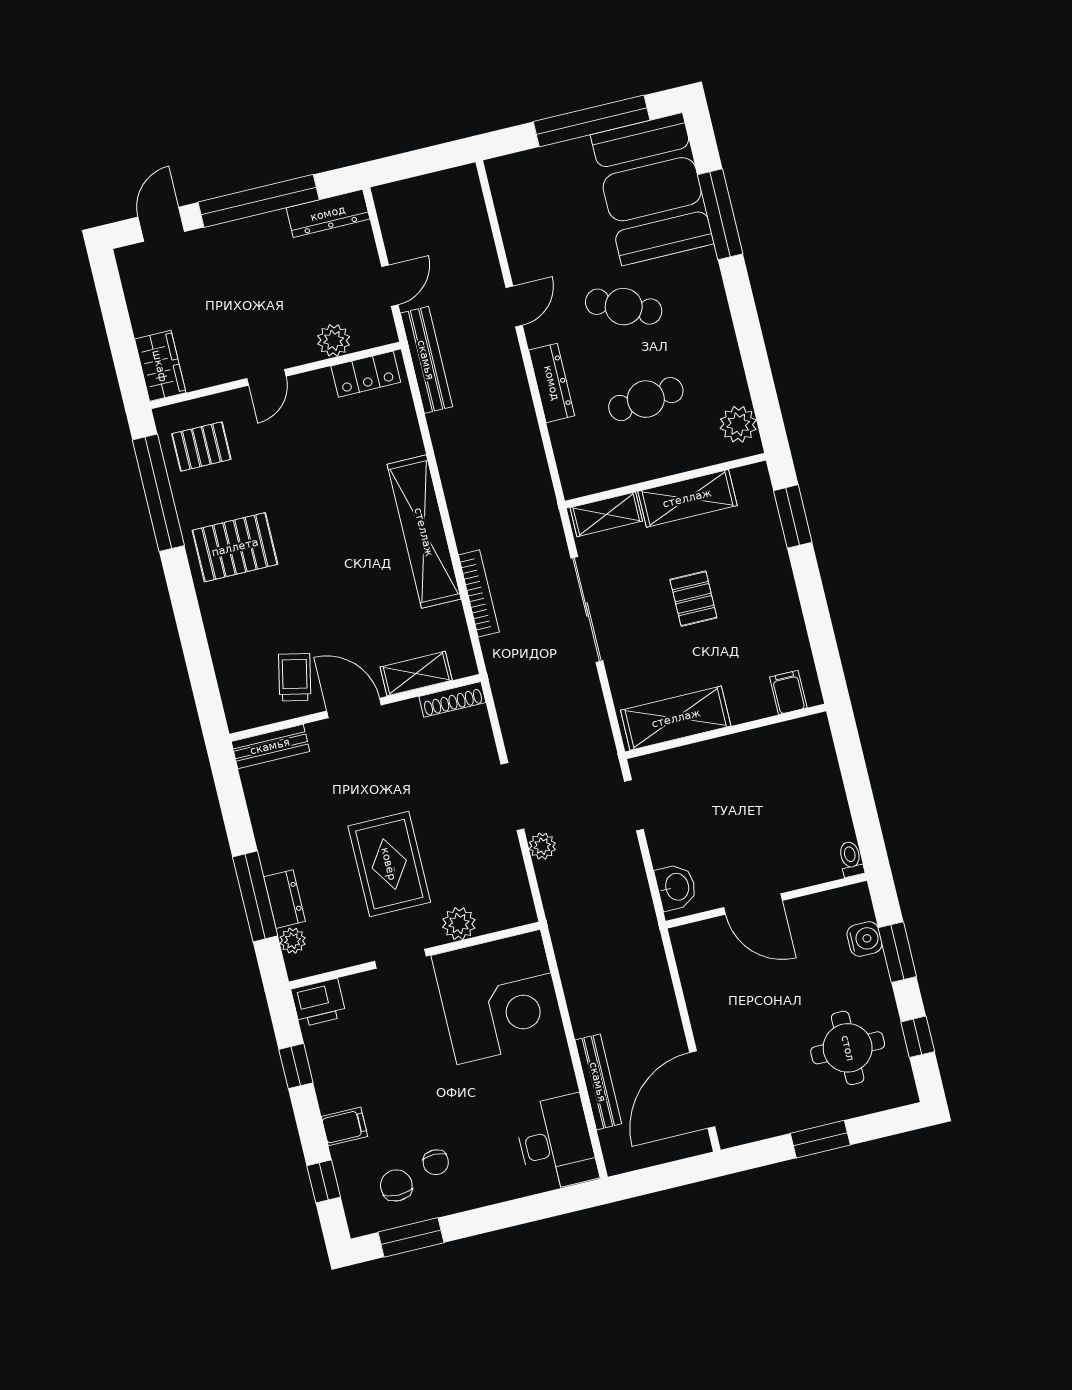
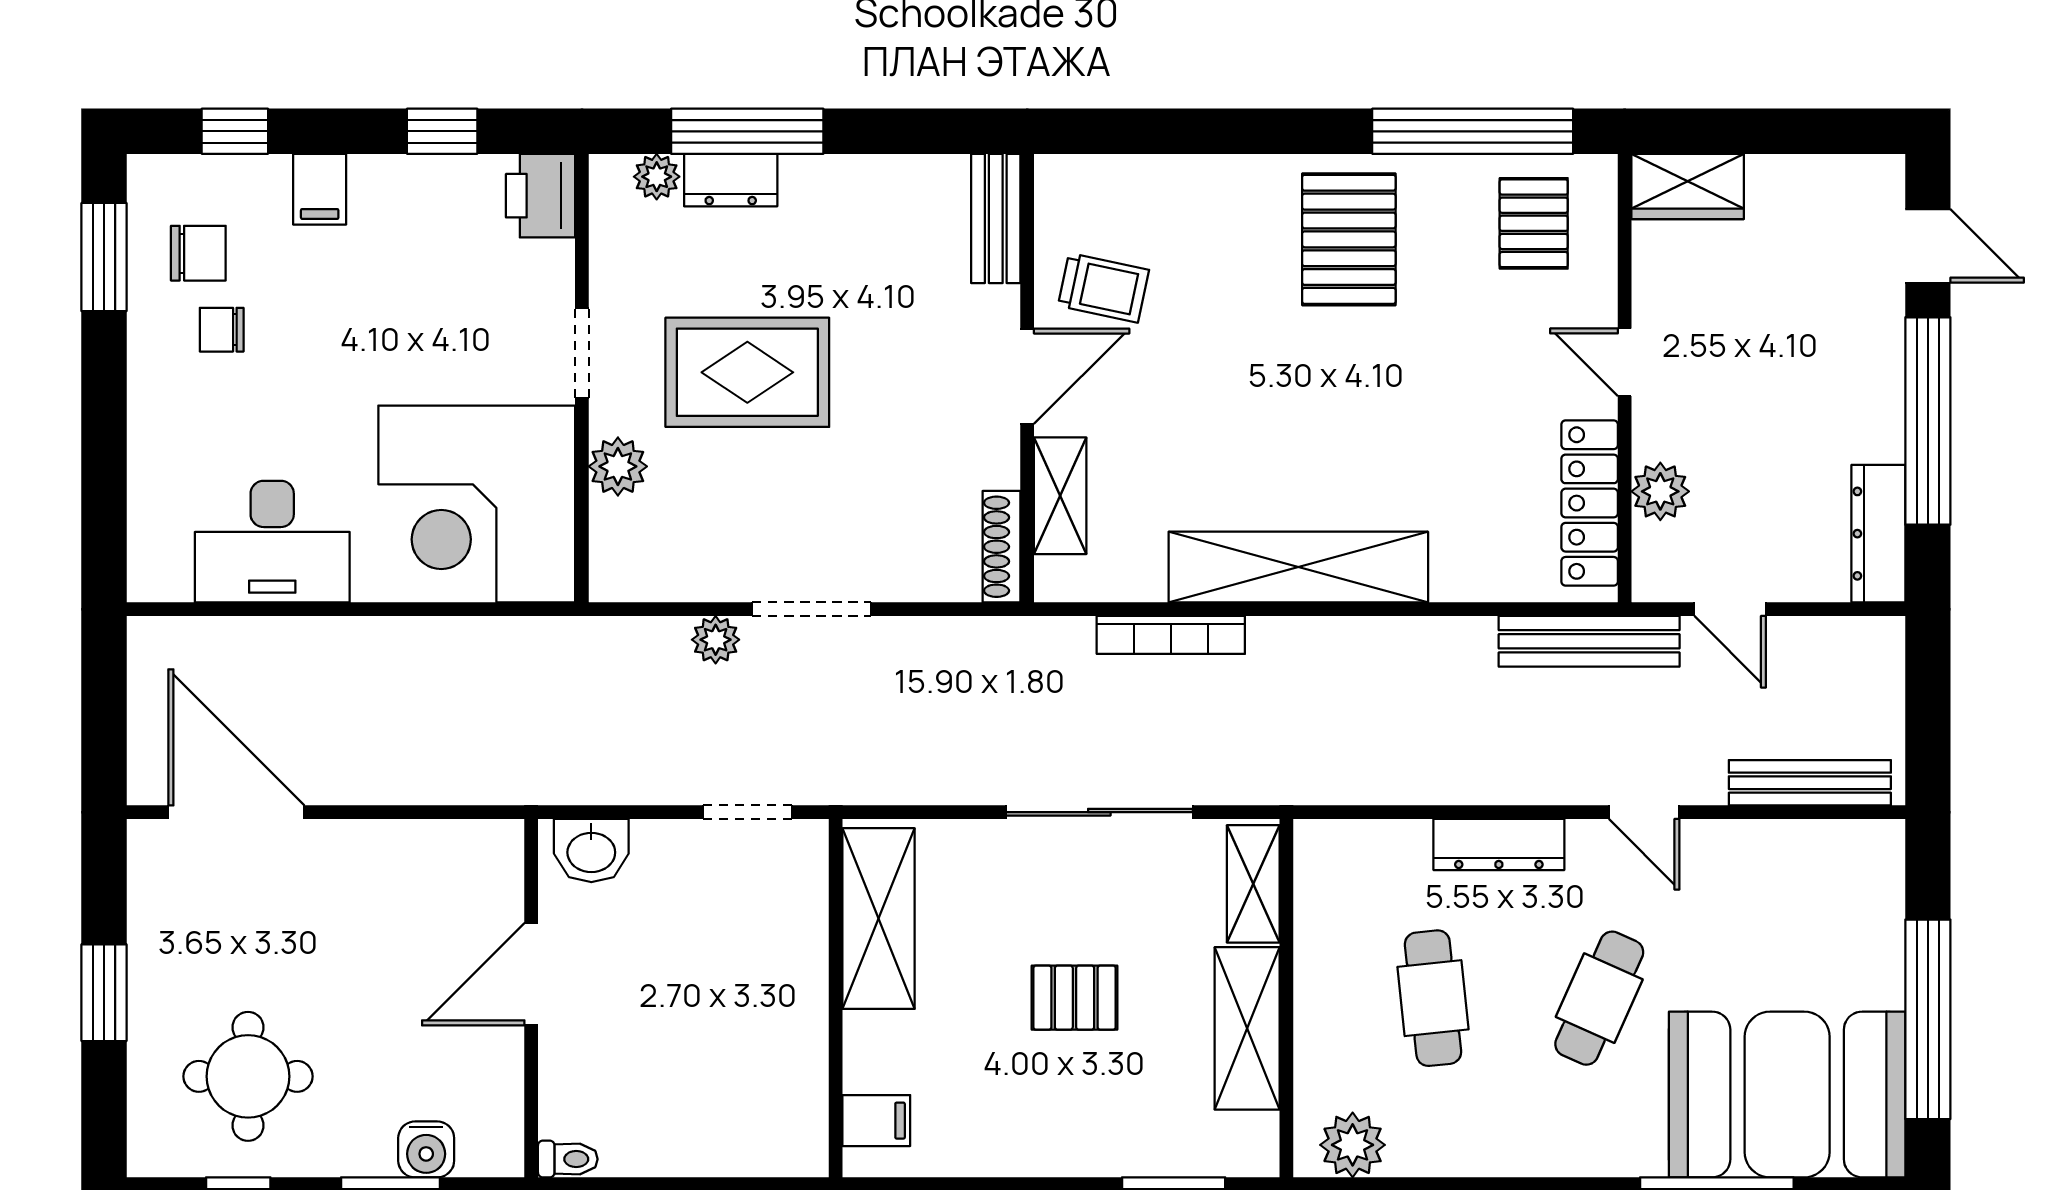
locker: (366, 374) -> (1590, 503), width x1.53
bench: (598, 1082) -> (1810, 783), moved
desk: (556, 1143) -> (272, 542), moved

